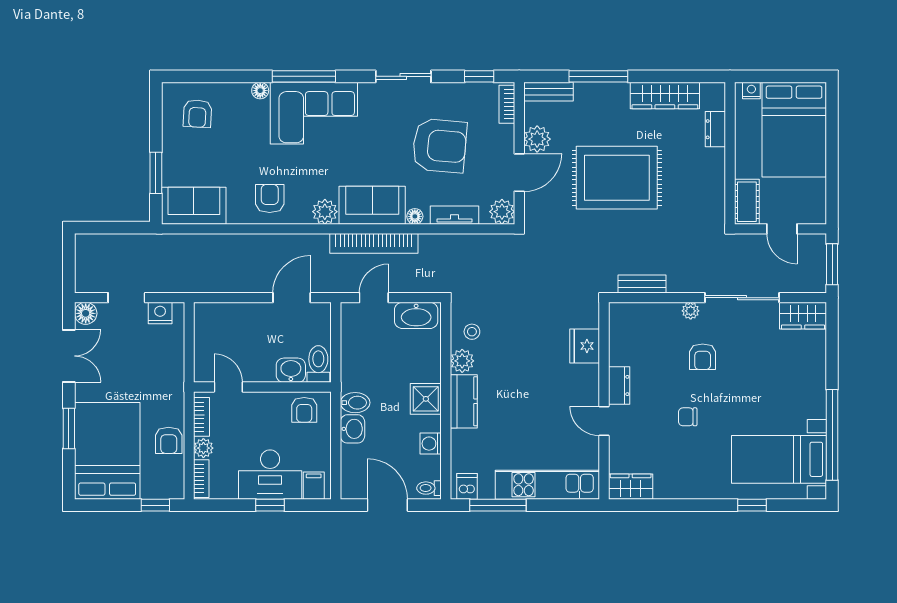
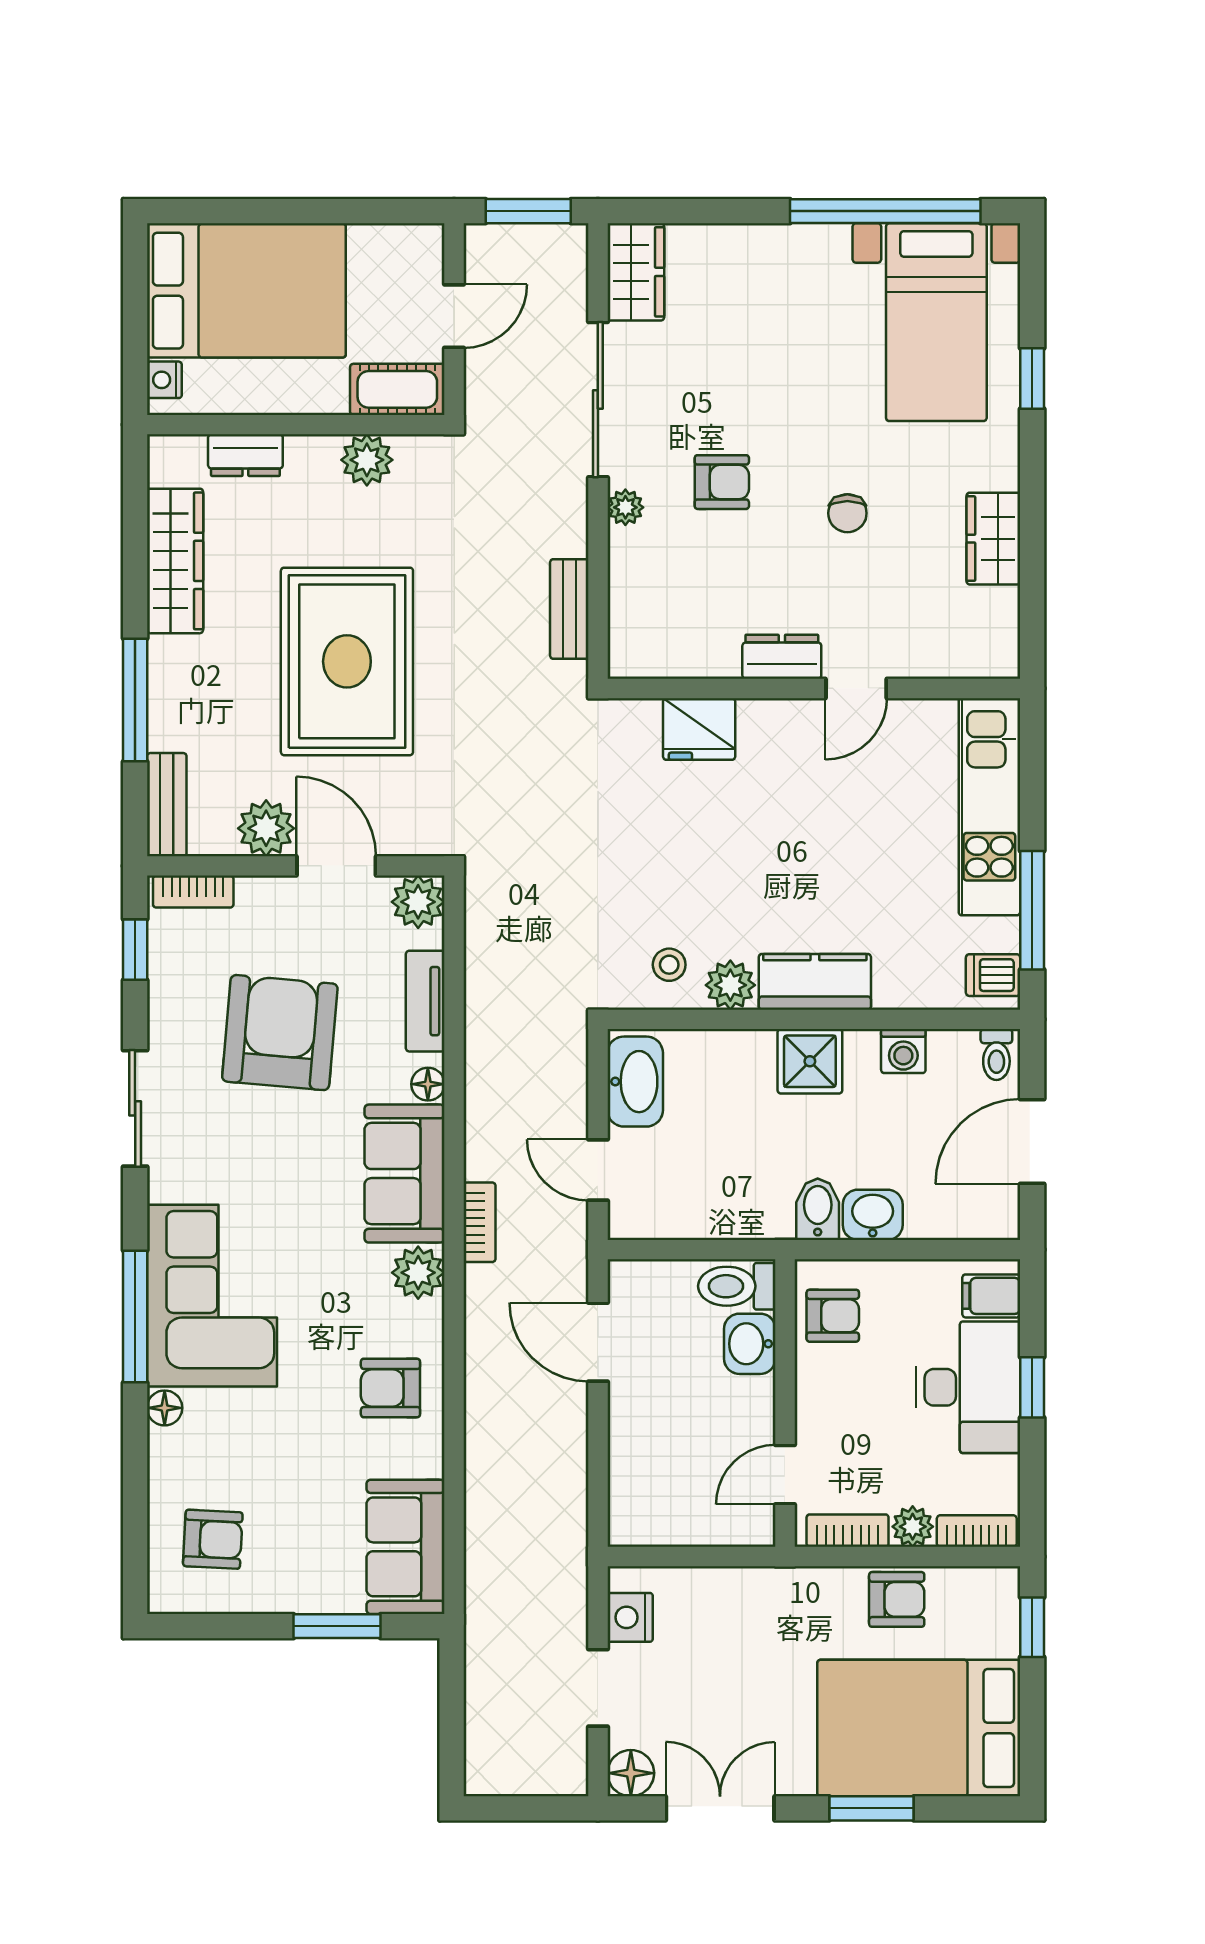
plant: (713, 187) -> (367, 460), added
bookcase: (374, 243) -> (480, 1222), width x0.43, depth x0.76
wardrobe: (631, 487) -> (993, 539), moved

